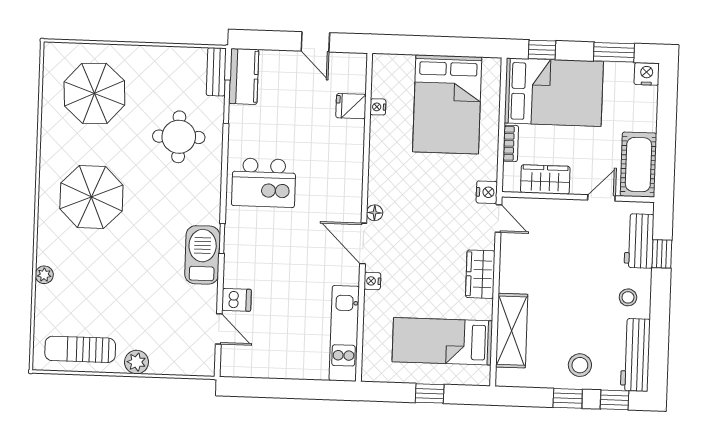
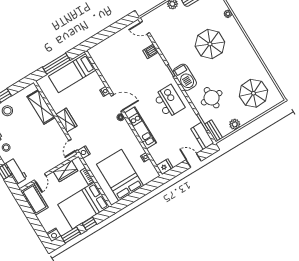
door: (315, 42) -> (194, 160), moved
window: (542, 50) -> (89, 224), moved
plant: (168, 58) -> (235, 124), added
fridge: (351, 106) -> (165, 167), moved
kitchen island: (264, 183) -> (169, 101), turned 90
parasol: (91, 197) -> (210, 44), moved
door: (498, 219) -> (73, 145), hinge flipped
barbecue: (202, 255) -> (185, 77), moved
door: (219, 329) -> (145, 28), moved
kitchen unit: (344, 333) -> (141, 128), moved
bed: (442, 341) -> (72, 73), moved, turned 180
window: (430, 393) -> (56, 64), width x2.17

